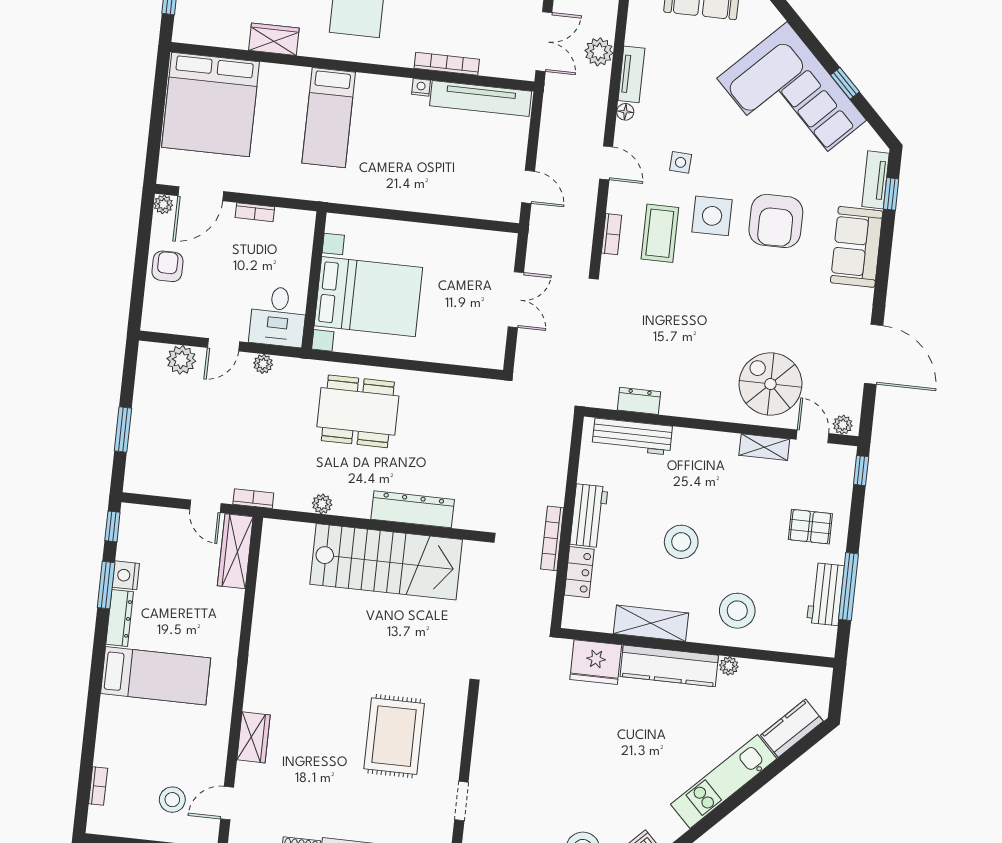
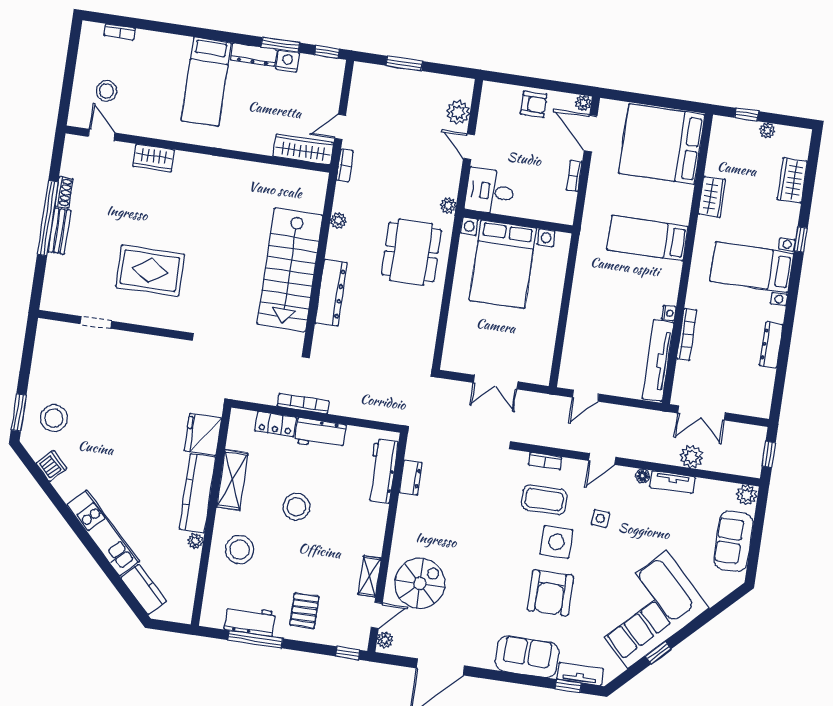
armchair: (776, 221) -> (550, 593), turned -90
plant: (263, 364) -> (448, 206), moved

